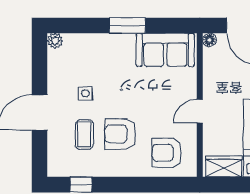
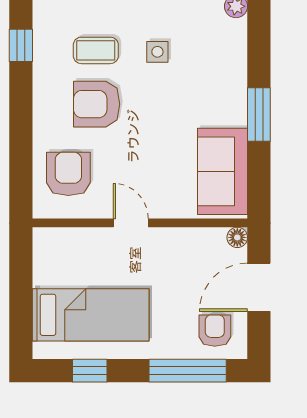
armchair: (120, 134) -> (97, 104), turned -90
wardrobe: (224, 166) -> (48, 259), removed

